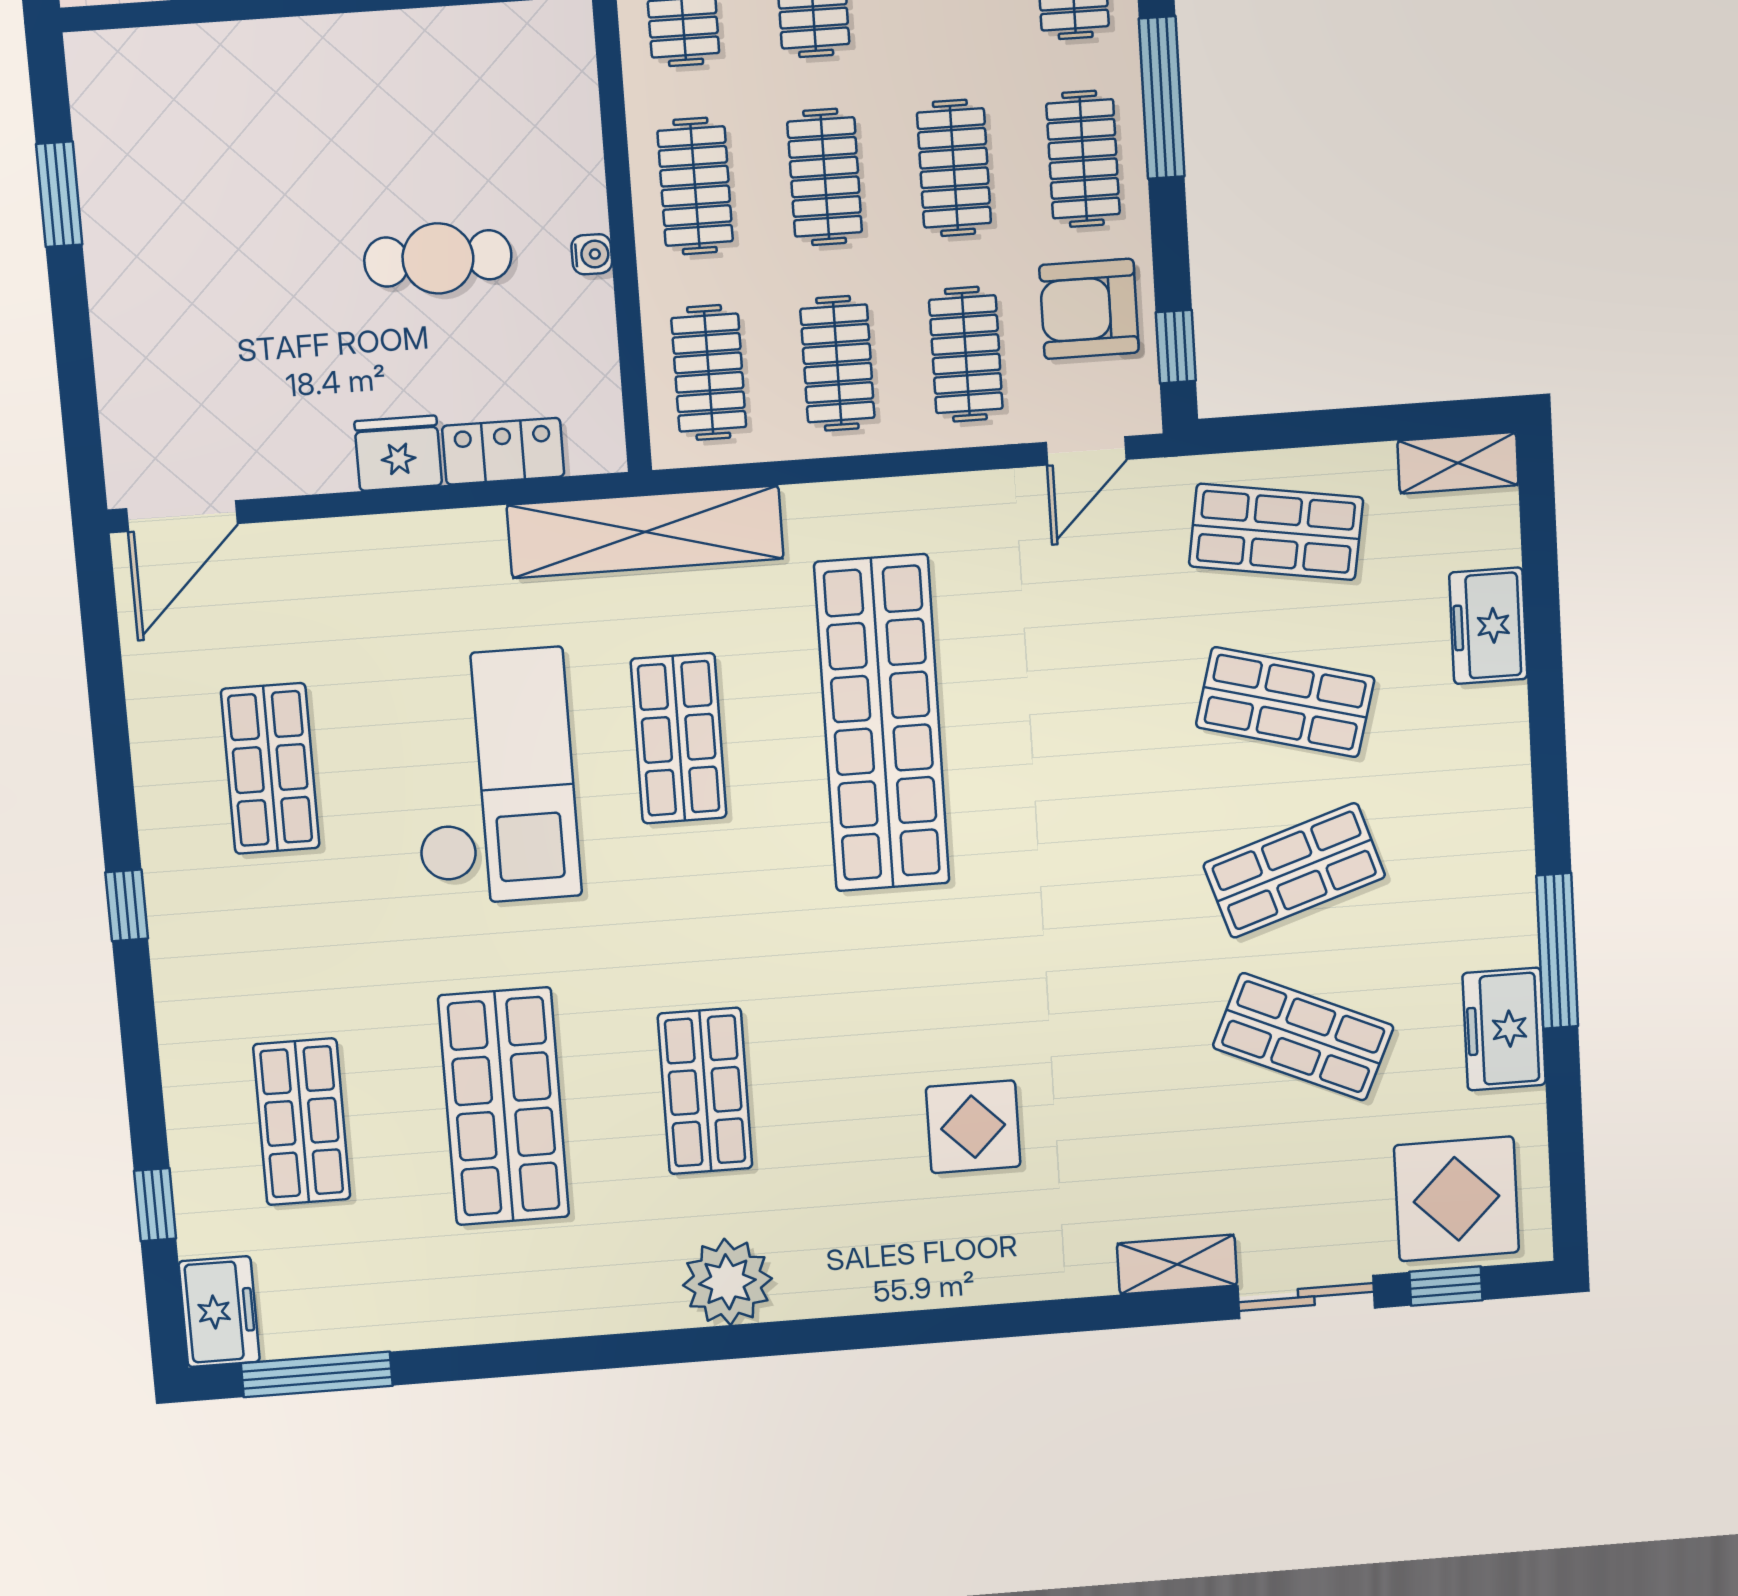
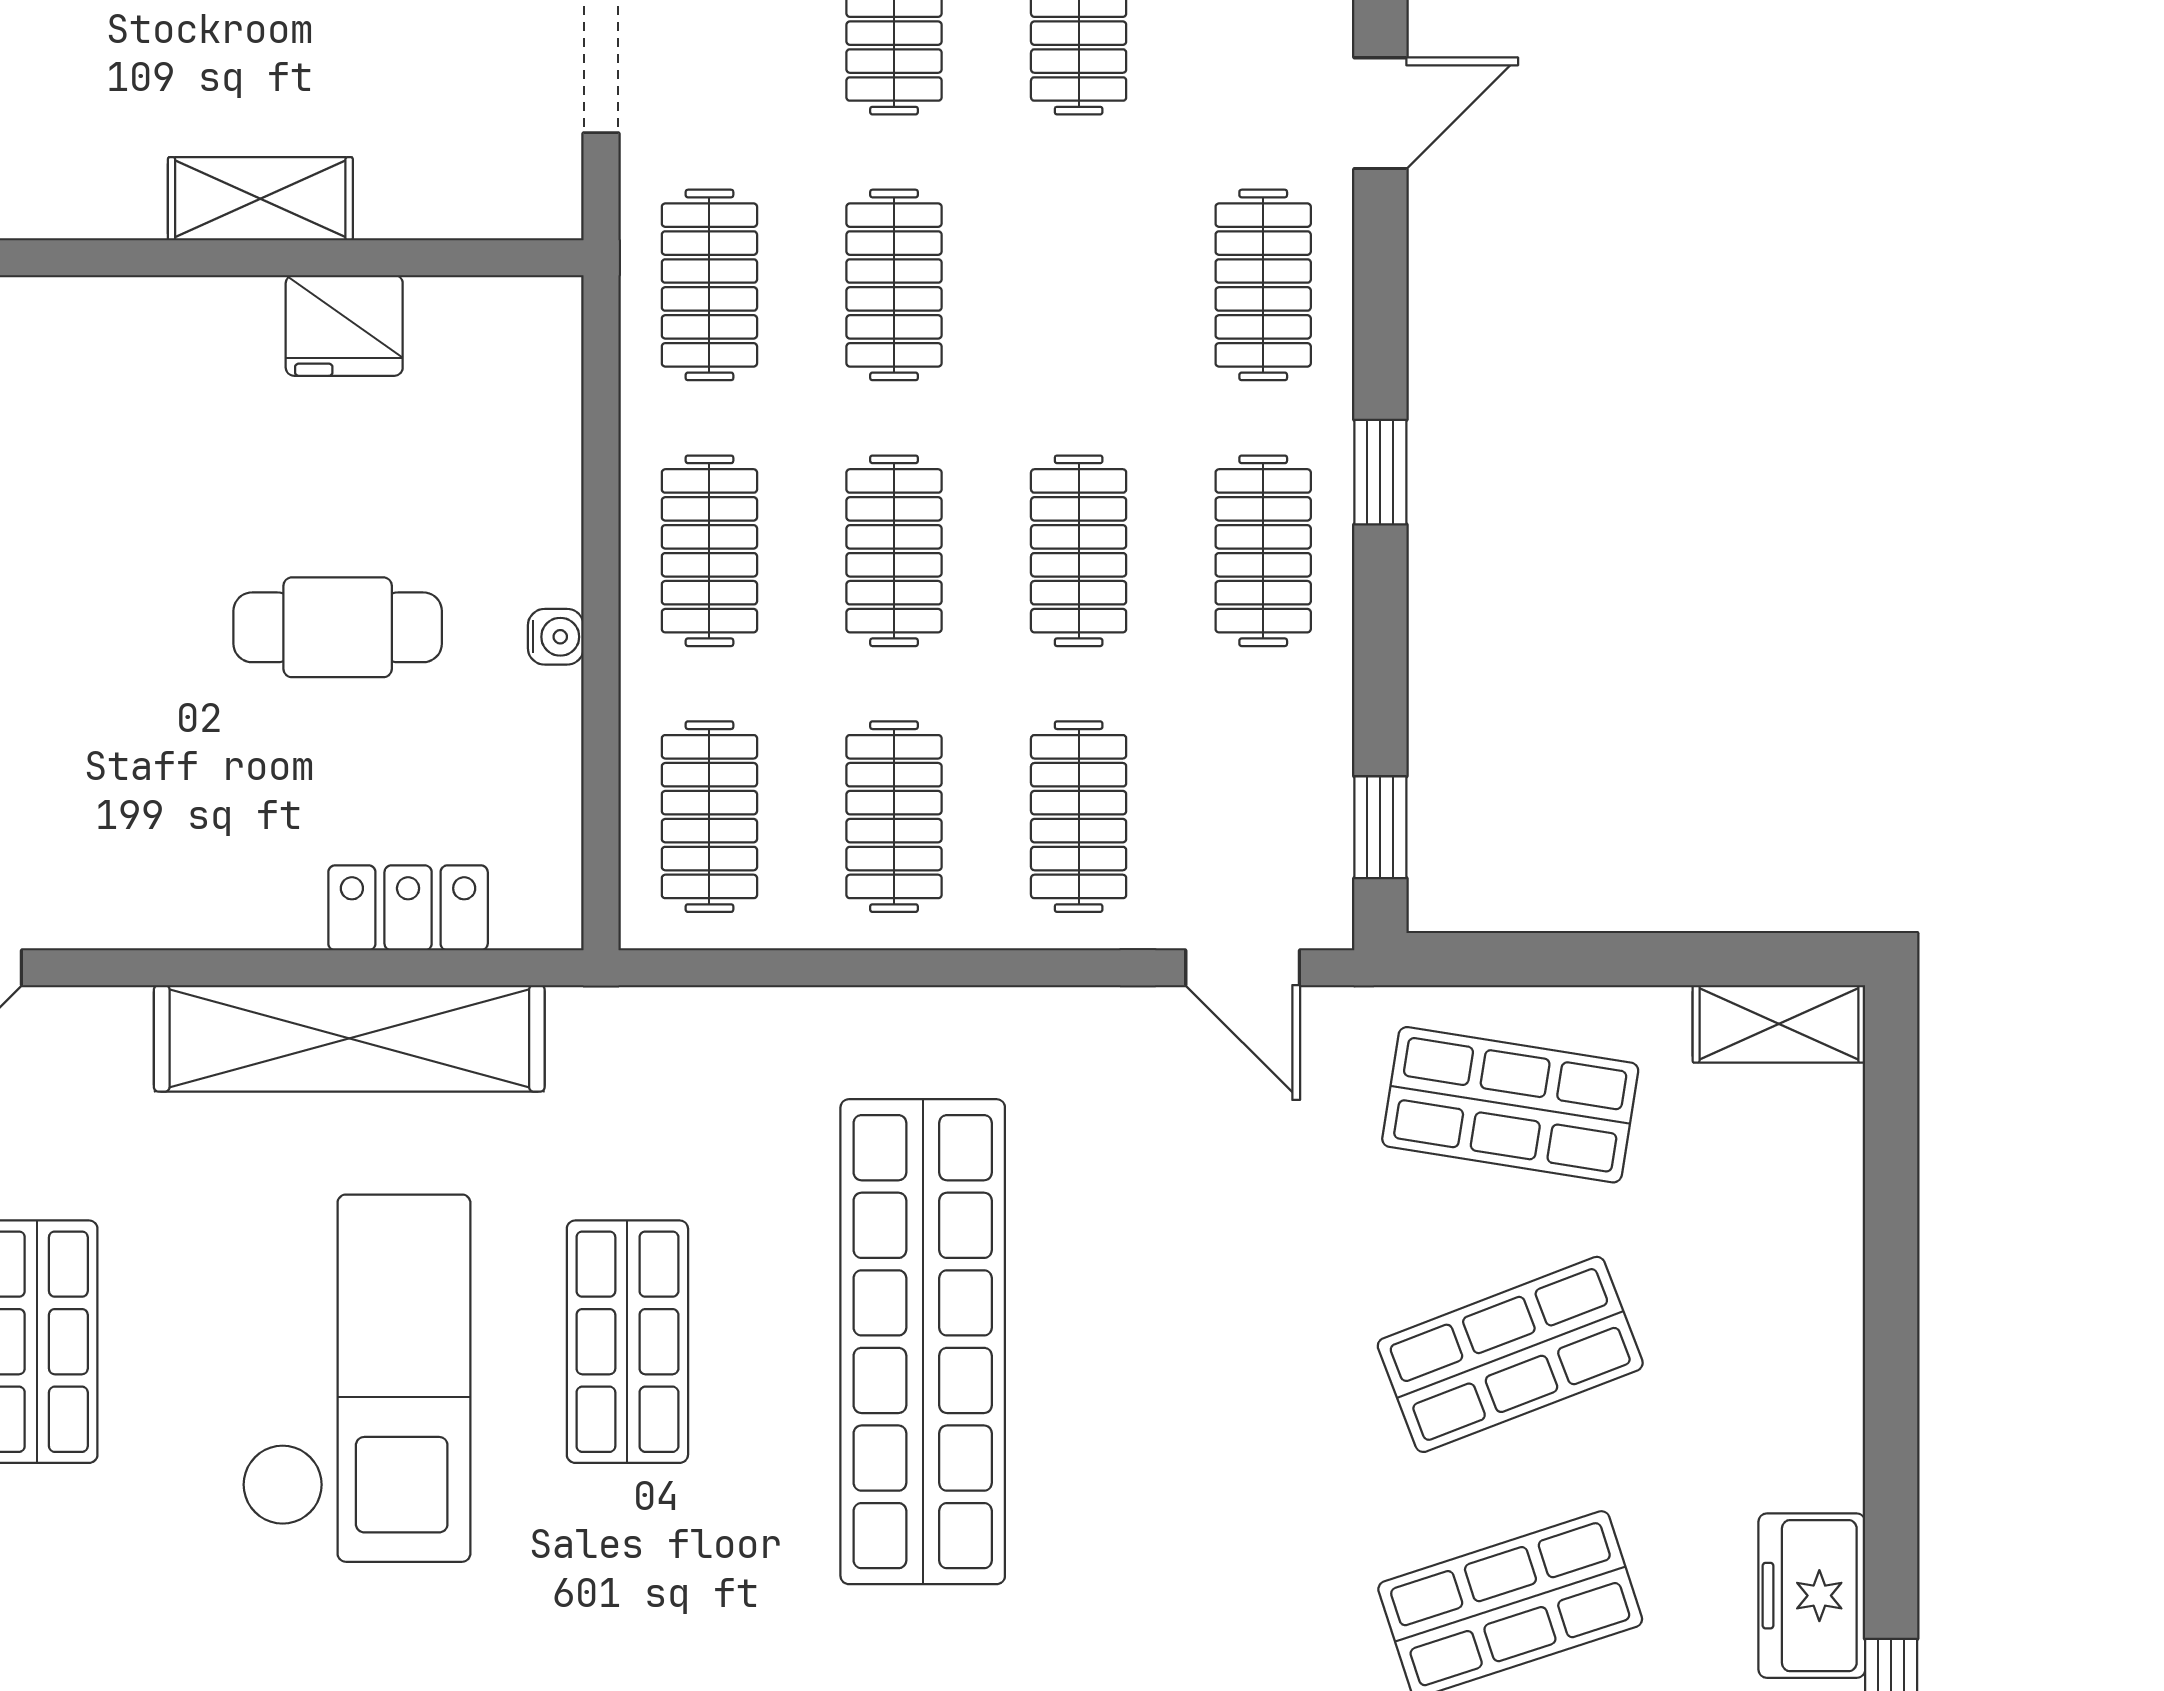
window: (1162, 98) -> (1380, 472), width x0.46
armchair: (1089, 309) -> (1259, 764), removed
door: (1086, 451) -> (1243, 968), hinge flipped
fridge: (398, 453) -> (344, 325), moved, turned 180
shelving: (645, 532) -> (349, 1038), moved
freezer: (1488, 626) -> (1812, 1596), moved
shop shelf: (1285, 702) -> (1510, 1354), turned -36

